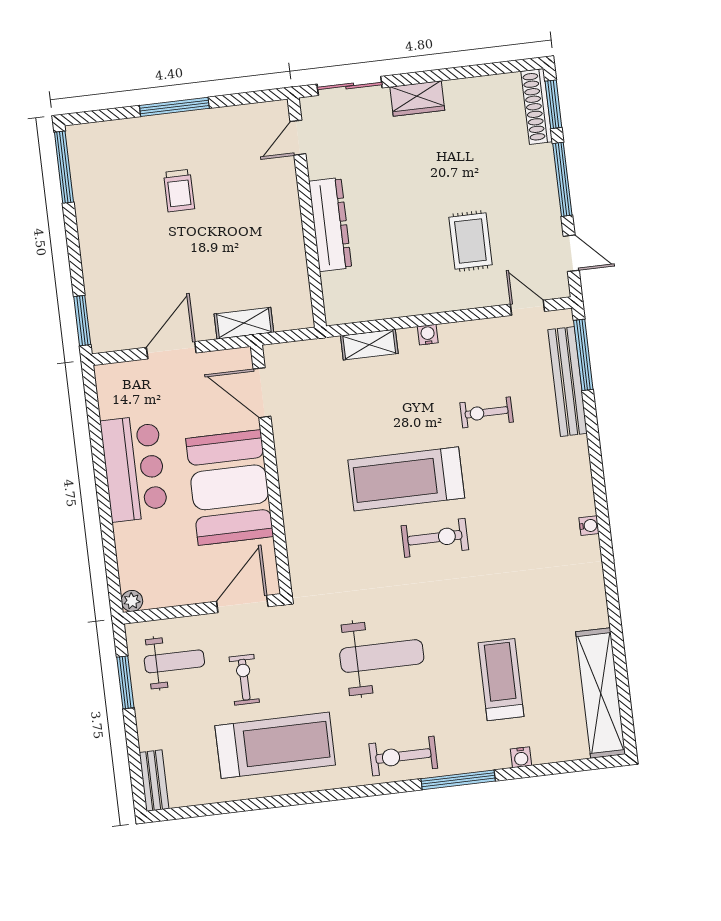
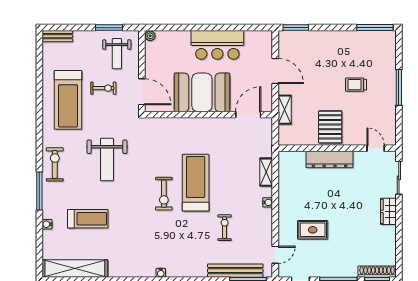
pallet: (267, 231) -> (330, 127), added

